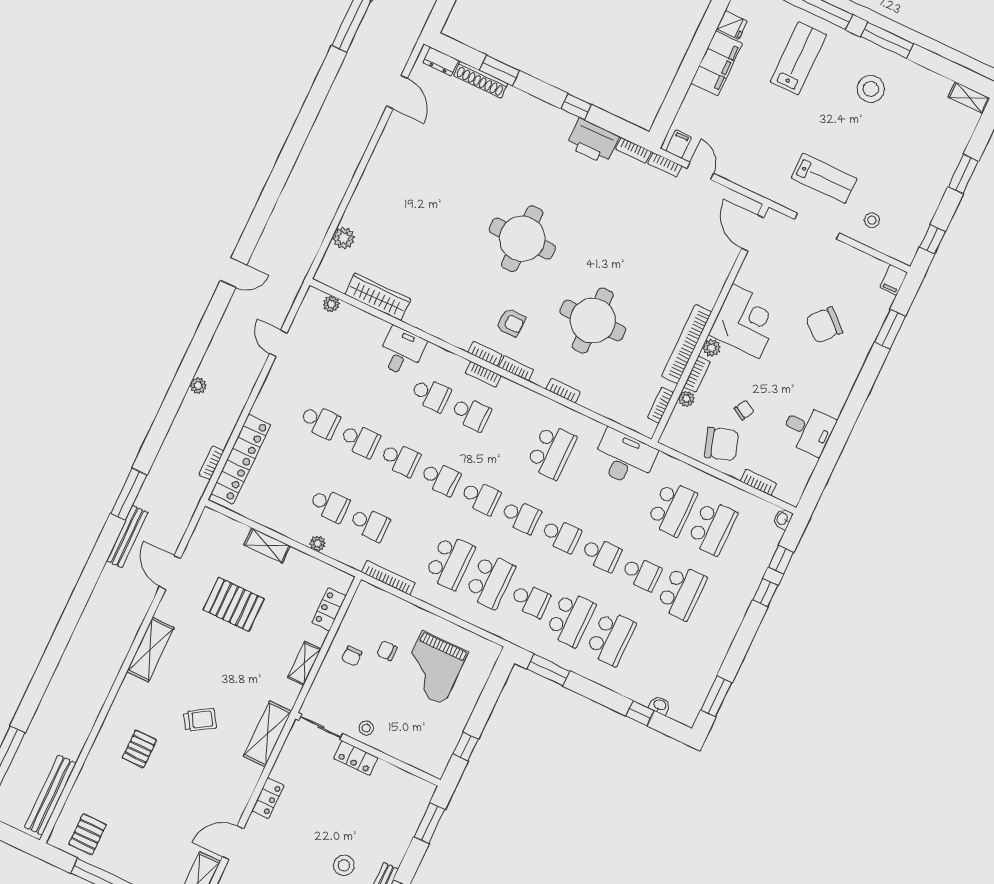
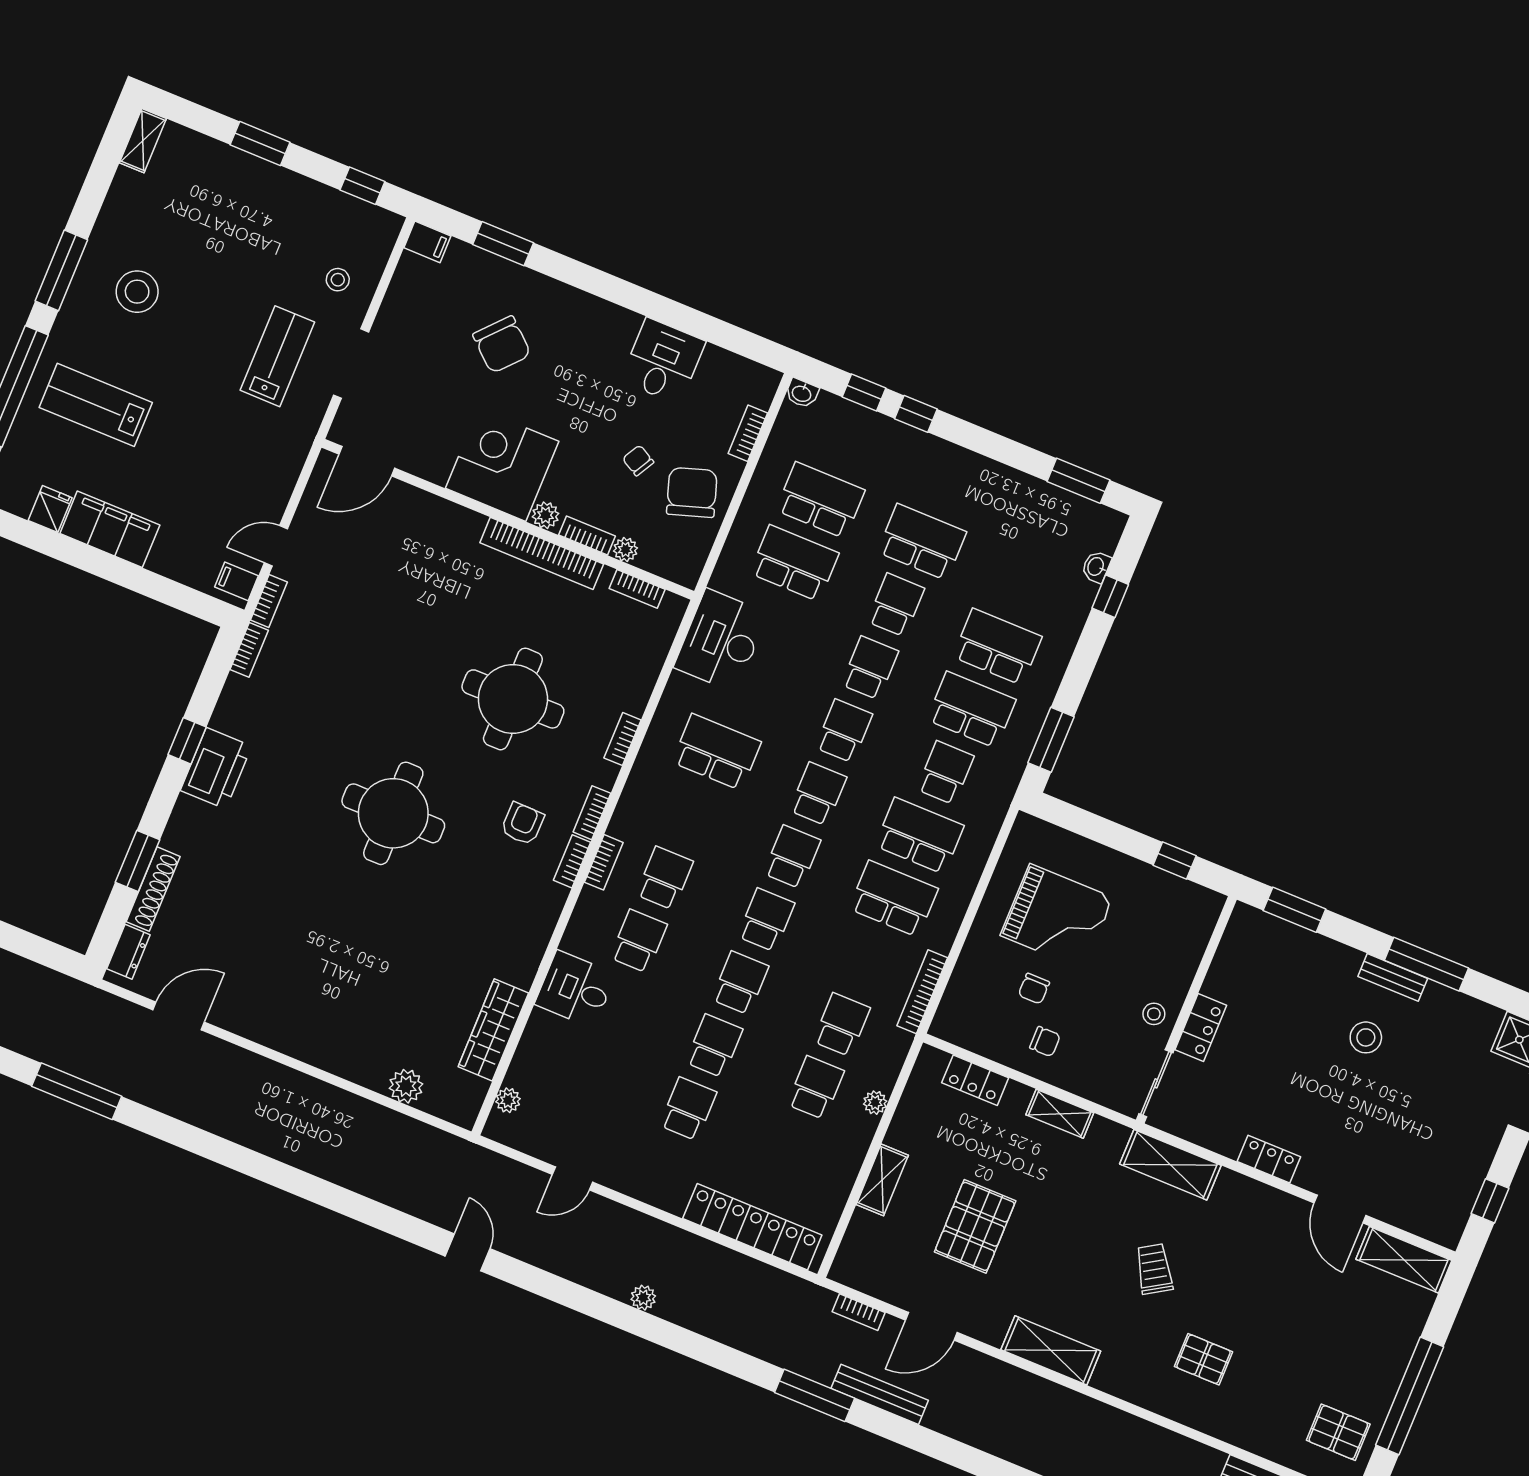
printer: (593, 141) -> (216, 768), moved
bookcase: (211, 463) -> (859, 1312), moved

